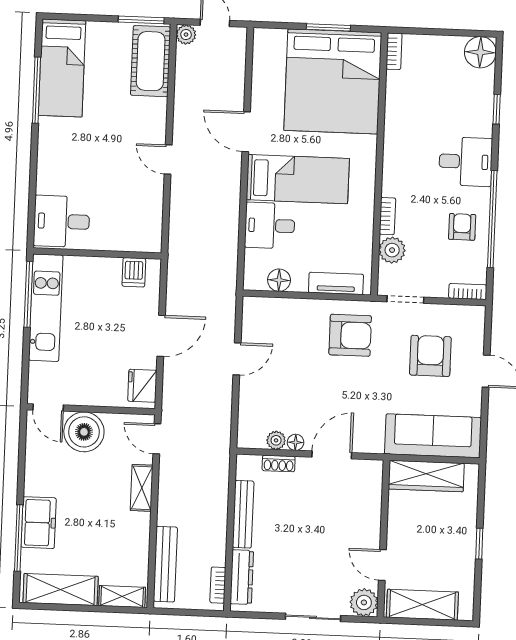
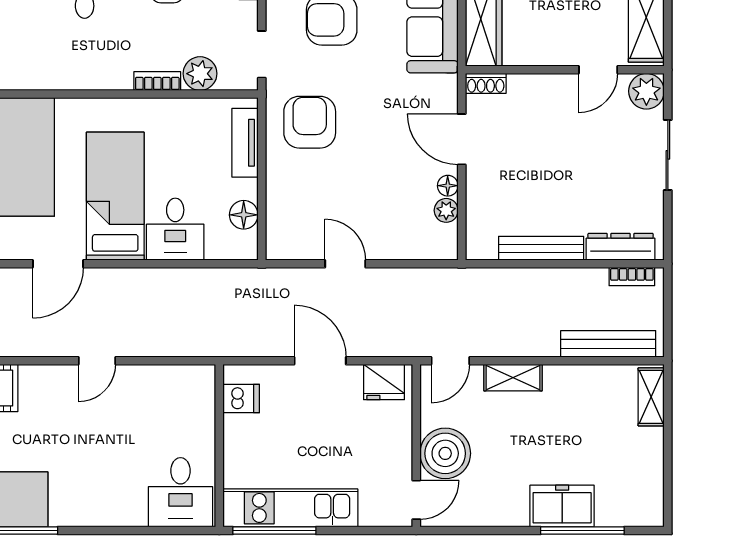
shoe rack: (279, 464) -> (486, 83), moved, turned 90
shelving: (61, 590) -> (646, 475), removed

